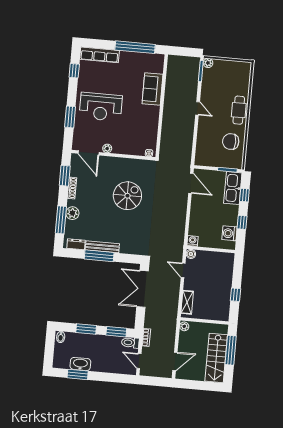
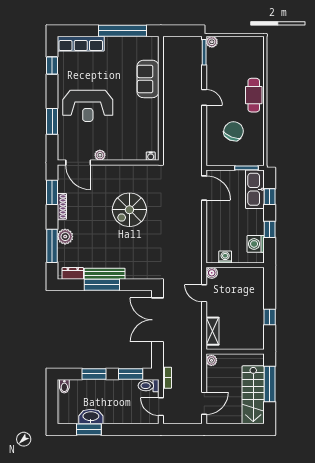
chair: (231, 142) -> (234, 131), moved, turned 112
spiral stairs: (127, 196) -> (129, 210), turned 180
washing machine: (193, 241) -> (225, 257), moved

